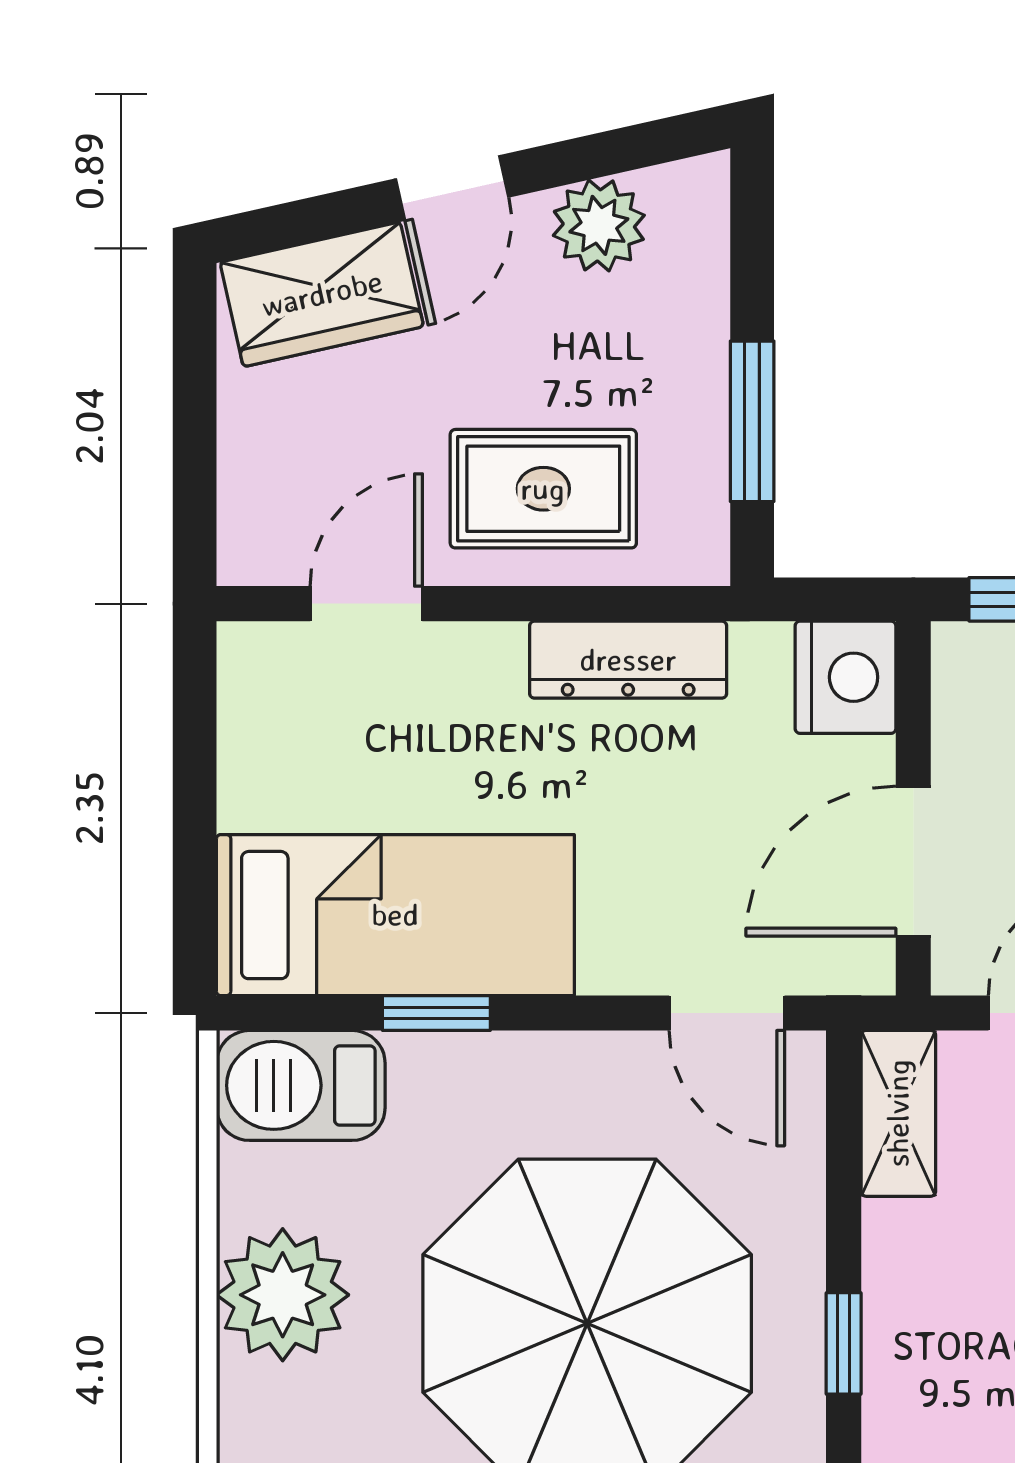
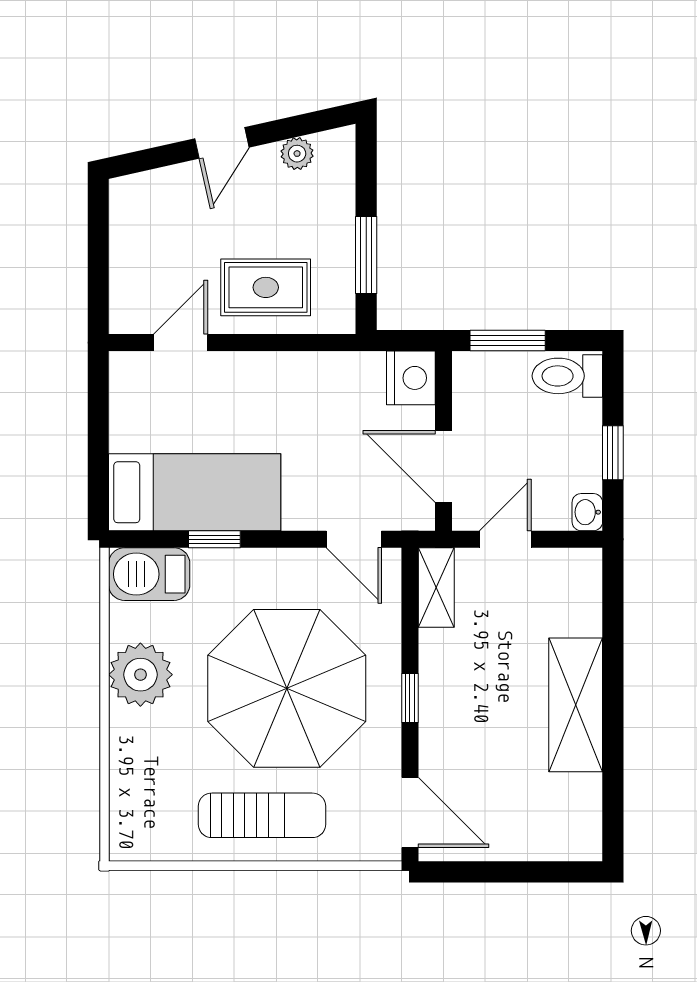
plant: (599, 225) -> (297, 154), width x0.73, depth x0.73
wardrobe: (322, 294) -> (159, 194), removed
dresser: (628, 660) -> (306, 370), removed
door: (913, 861) -> (443, 466), hinge flipped

